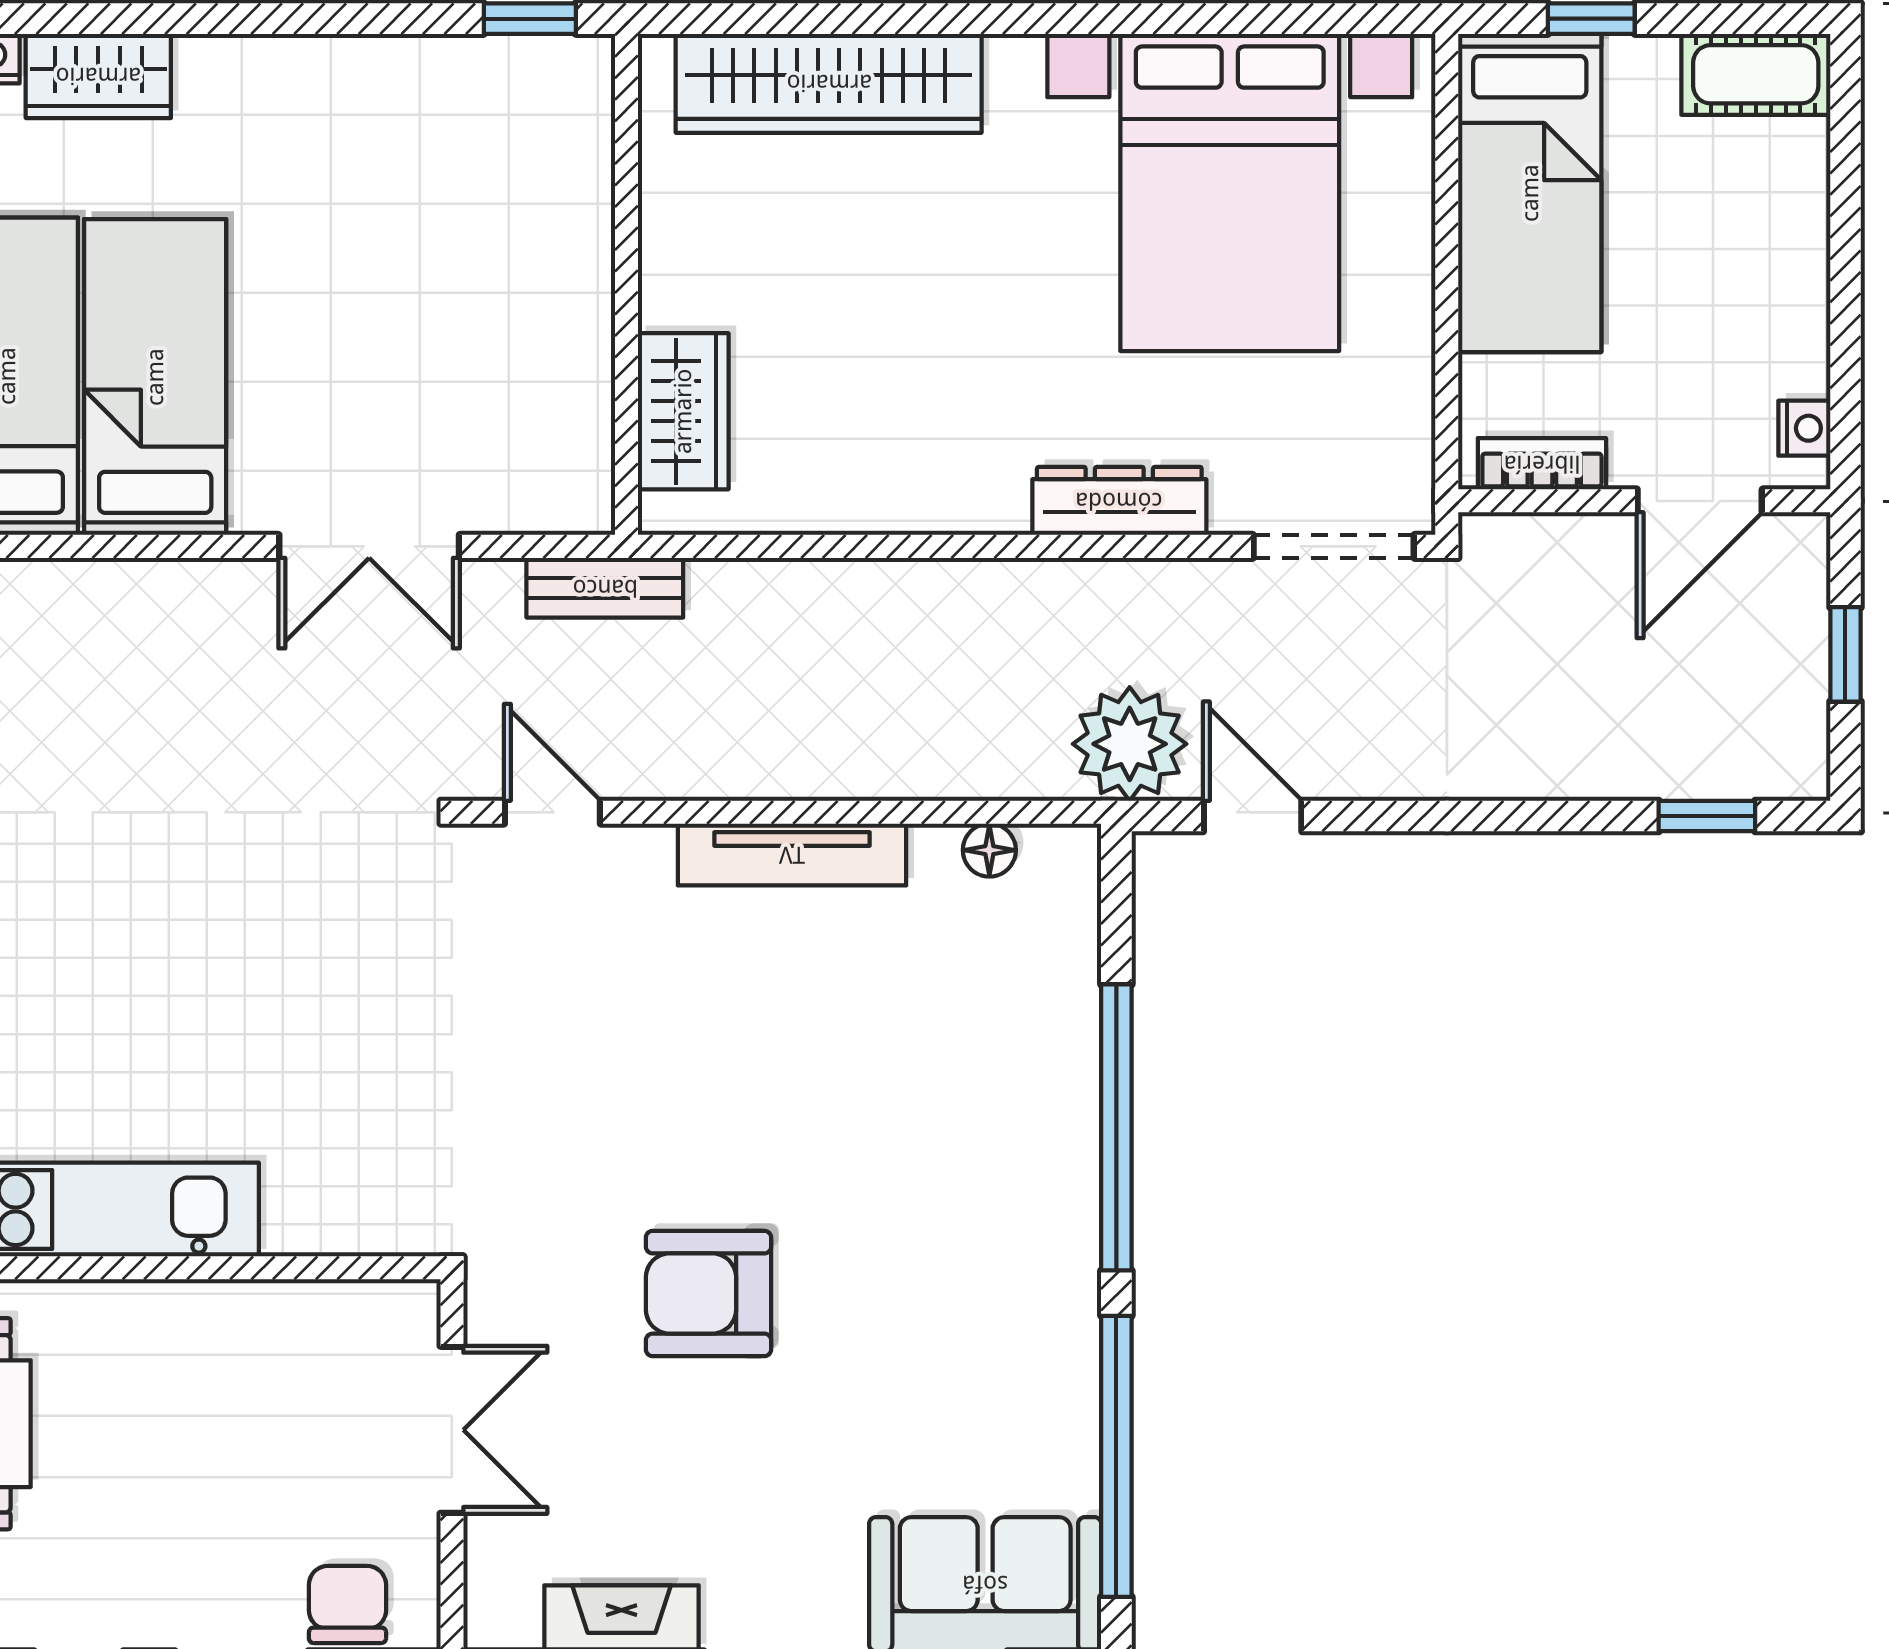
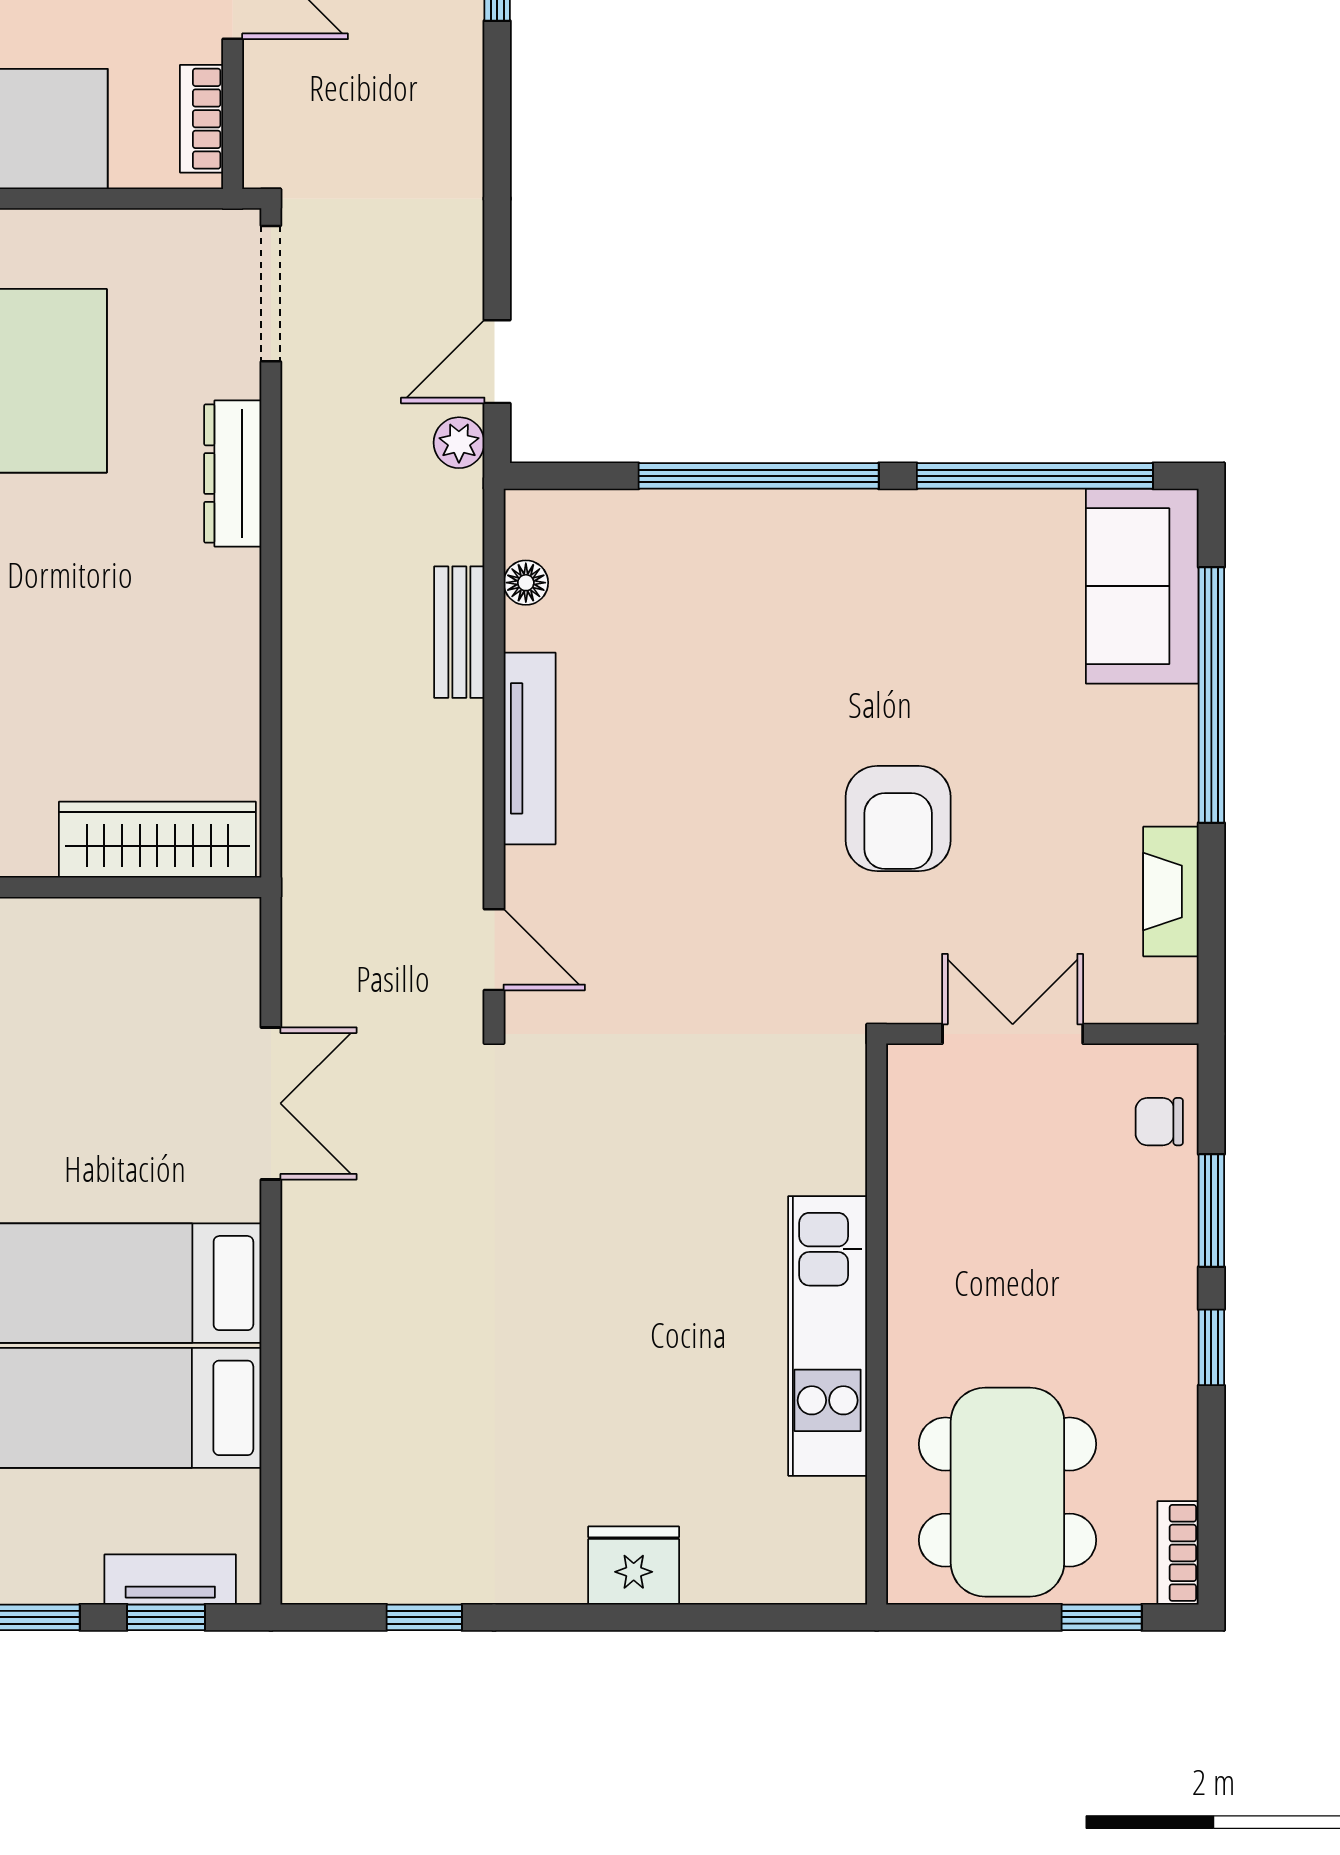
wardrobe: (683, 411) -> (157, 840), width x1.50
bench: (605, 588) -> (459, 632), moved
plant: (1130, 744) -> (459, 443), width x0.53, depth x0.53
door: (552, 812) -> (494, 950), swing flipped
chair: (347, 1604) -> (1159, 1122), width x0.73, depth x0.73

